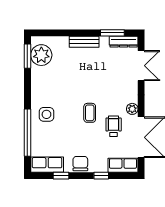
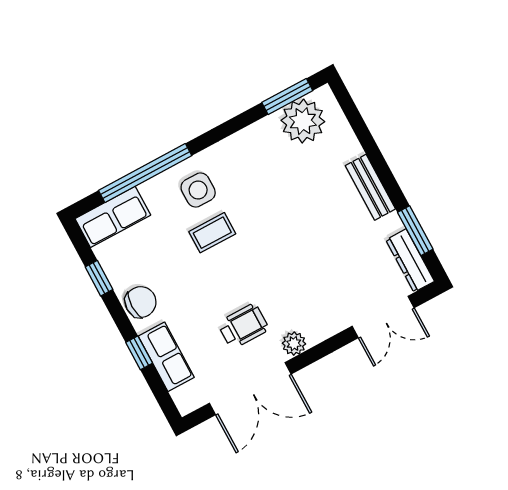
coffee table: (90, 113) -> (212, 233), moved
row of seats: (47, 165) -> (113, 217), moved, turned 90
row of seats: (123, 165) -> (166, 357), moved

